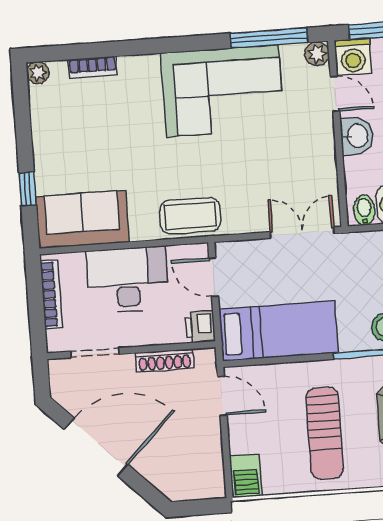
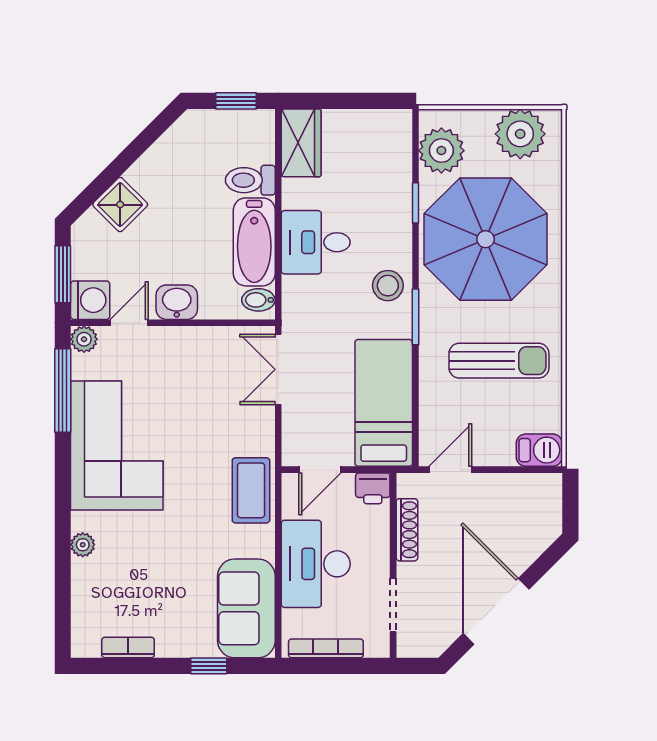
bookcase: (93, 67) -> (128, 647), moved, turned -90
plant: (38, 73) -> (83, 545), moved

